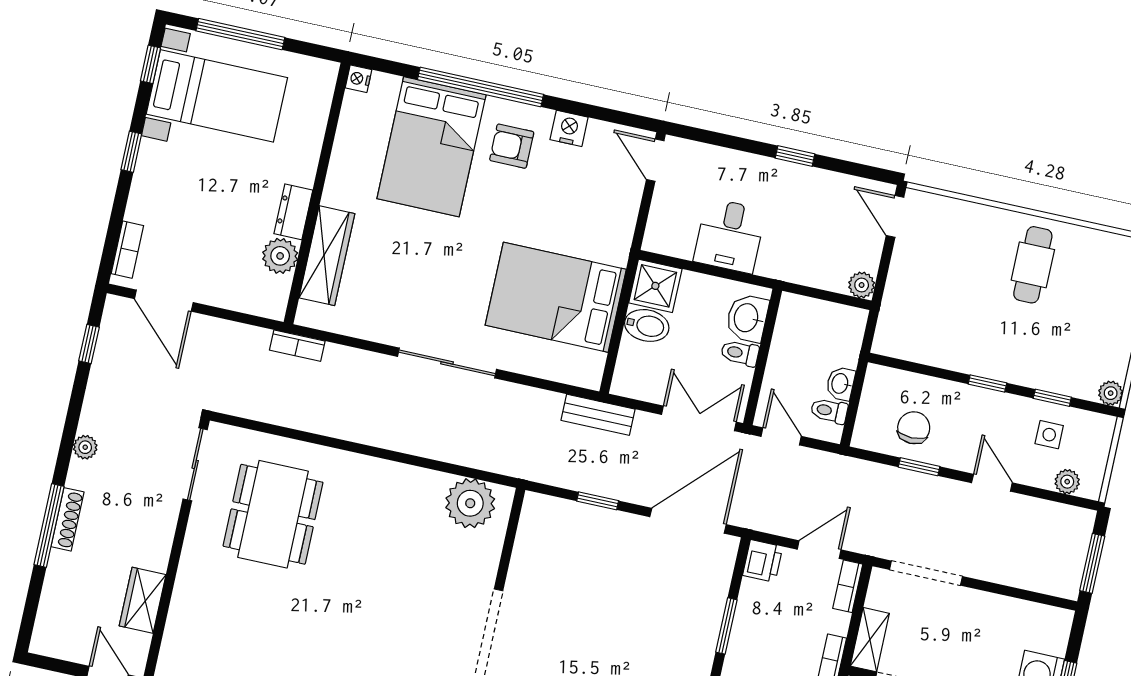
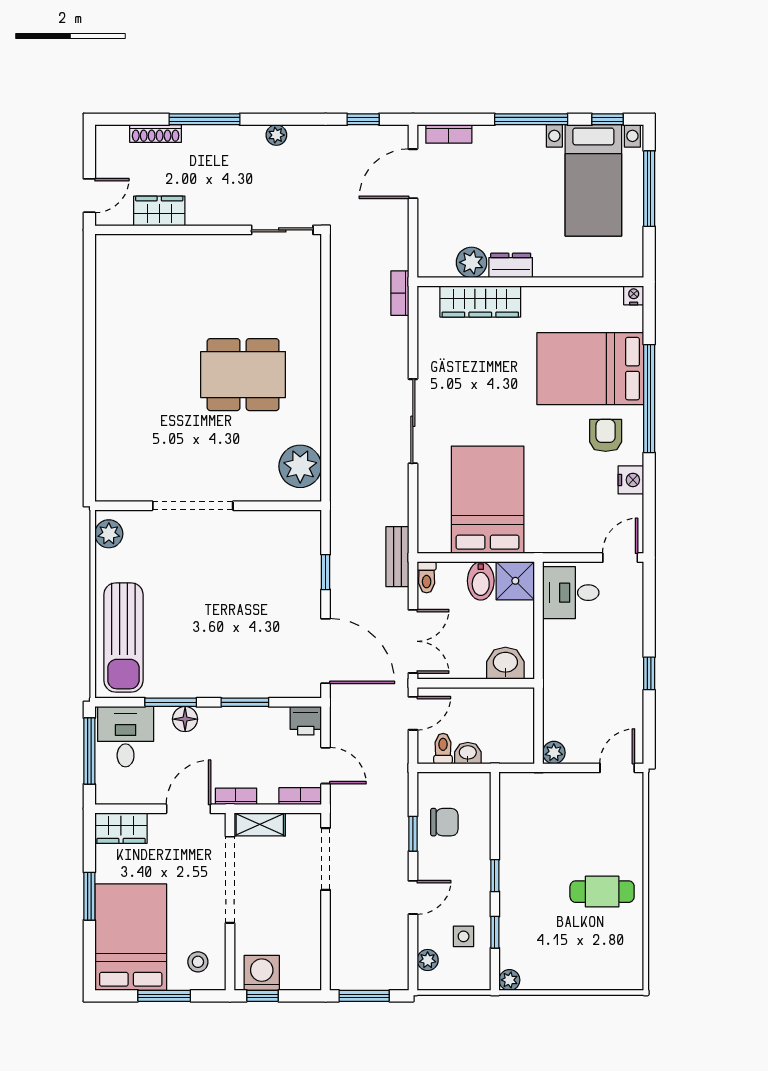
window: (131, 152) -> (531, 119), width x2.17
desk: (730, 236) -> (571, 593), moved
toilet: (740, 353) -> (427, 577), moved, turned 180
dining table: (273, 514) -> (243, 375), moved
shoe rack: (68, 519) -> (156, 134), moved

